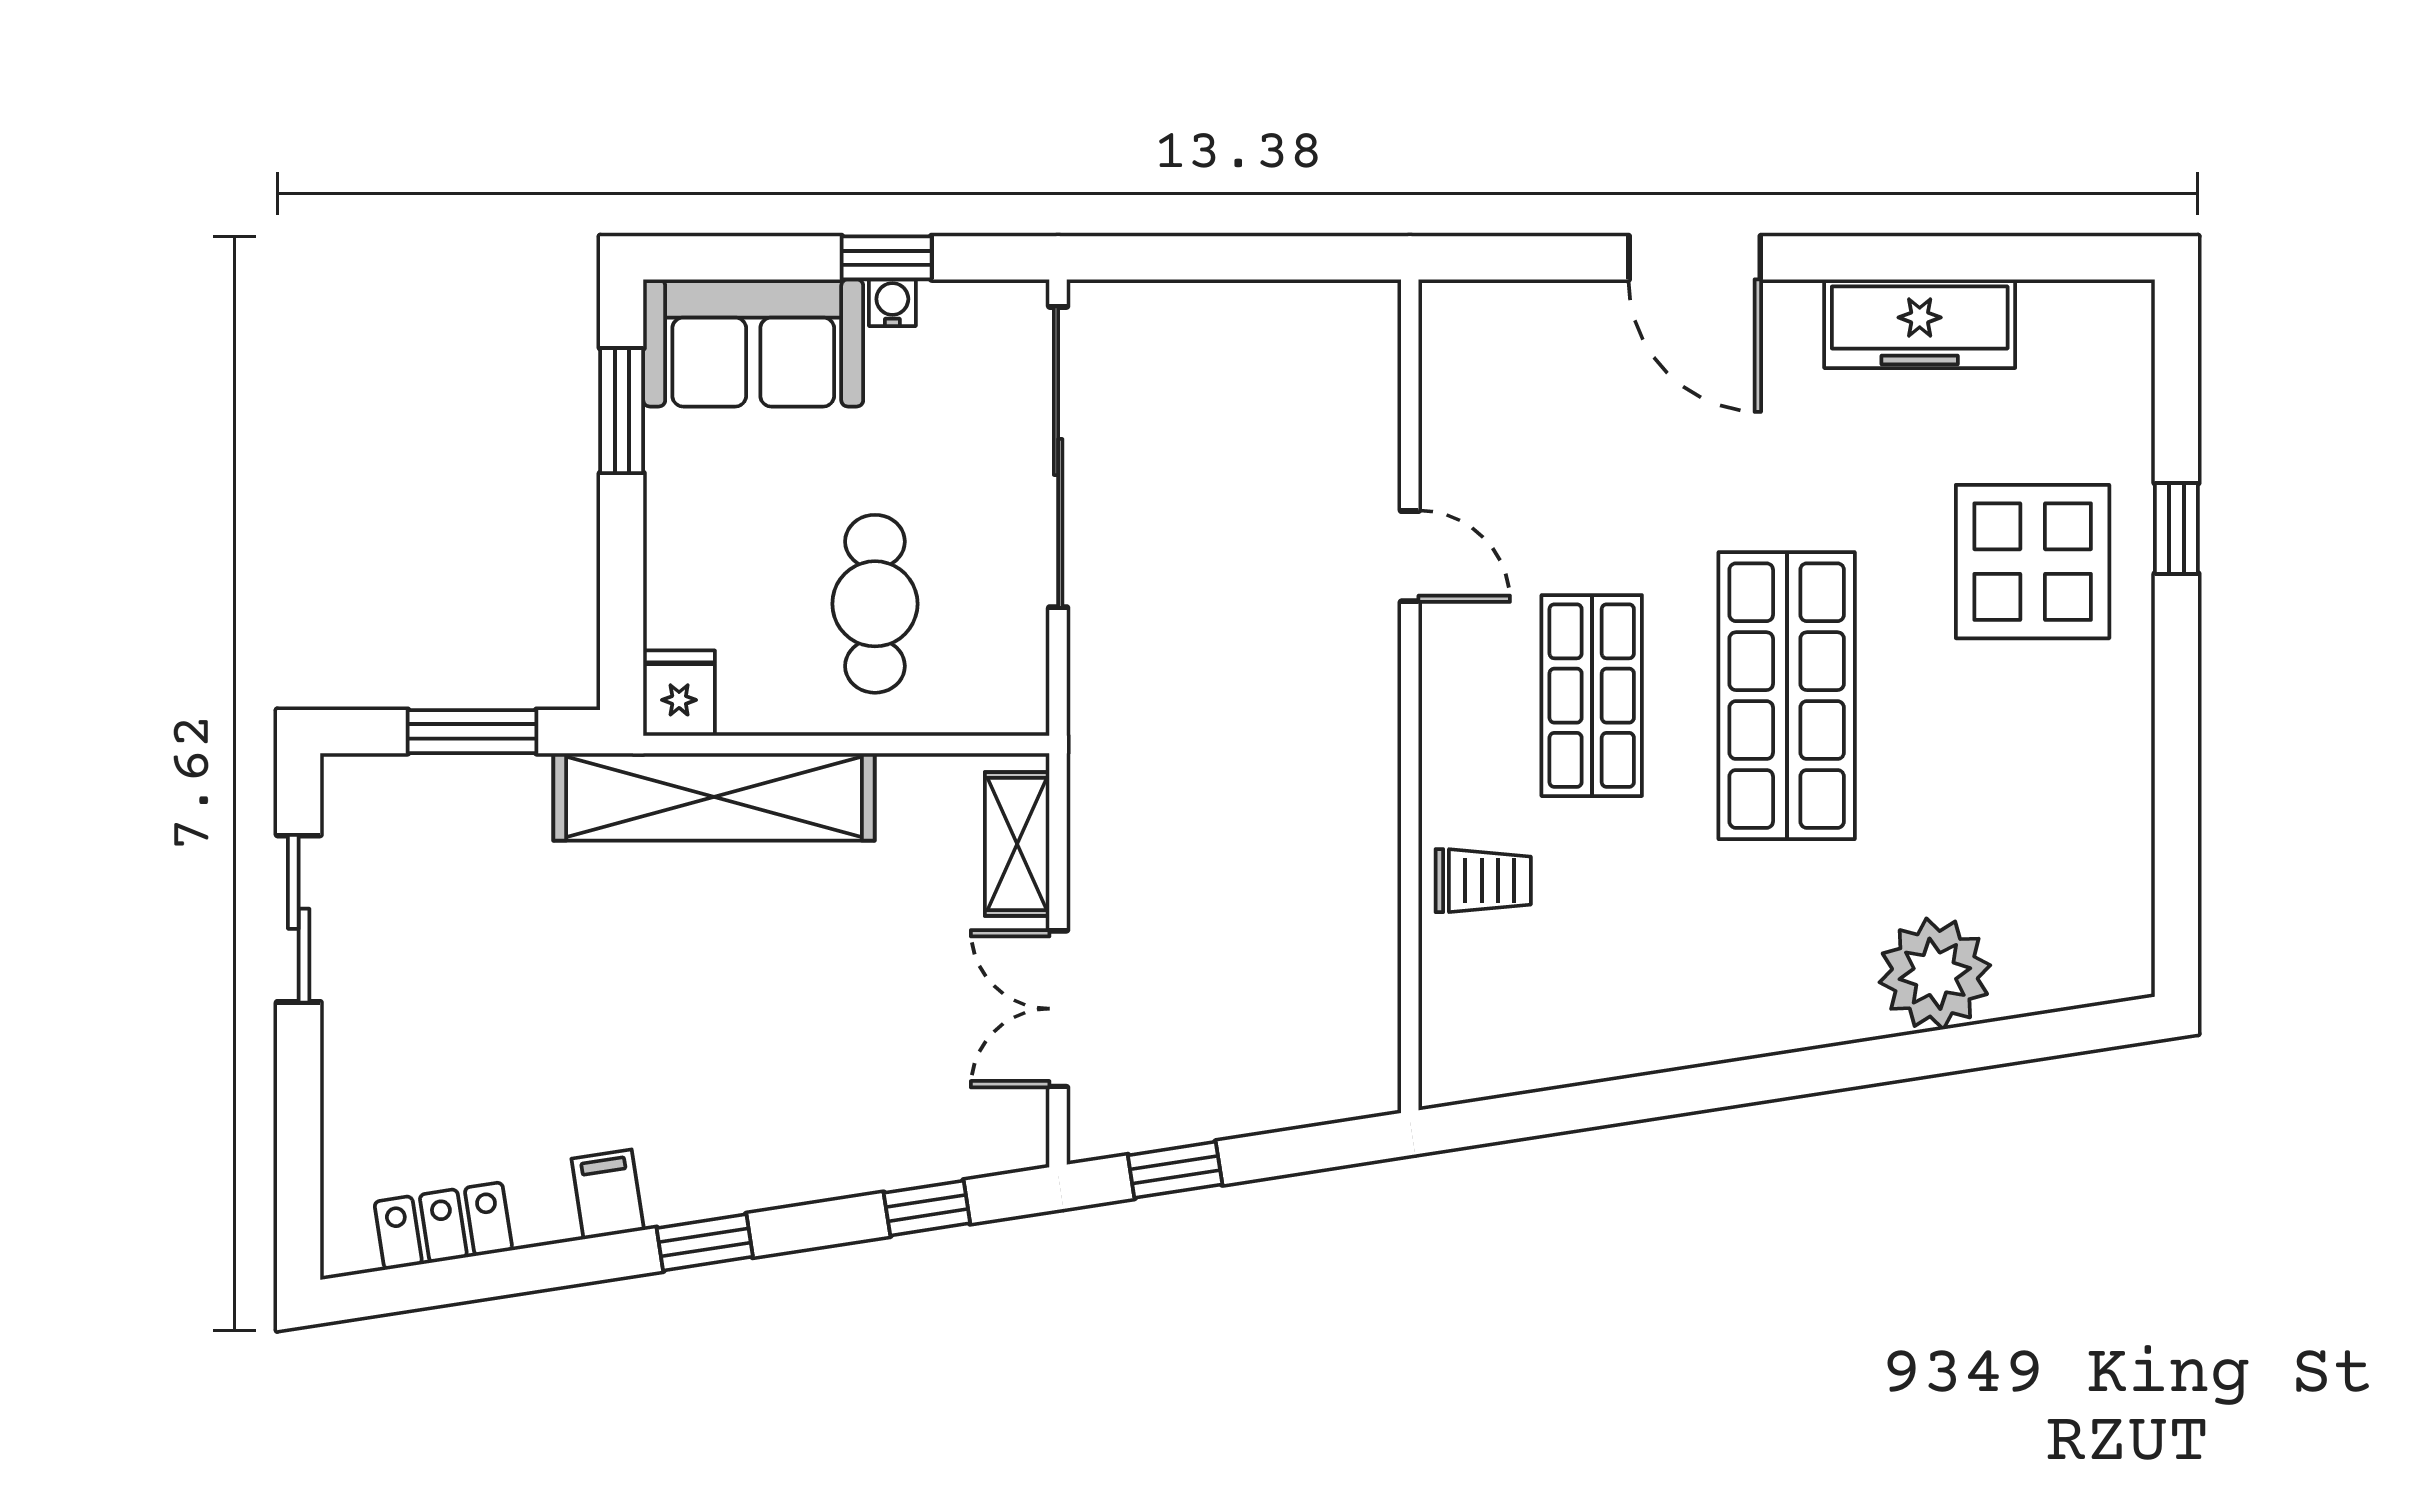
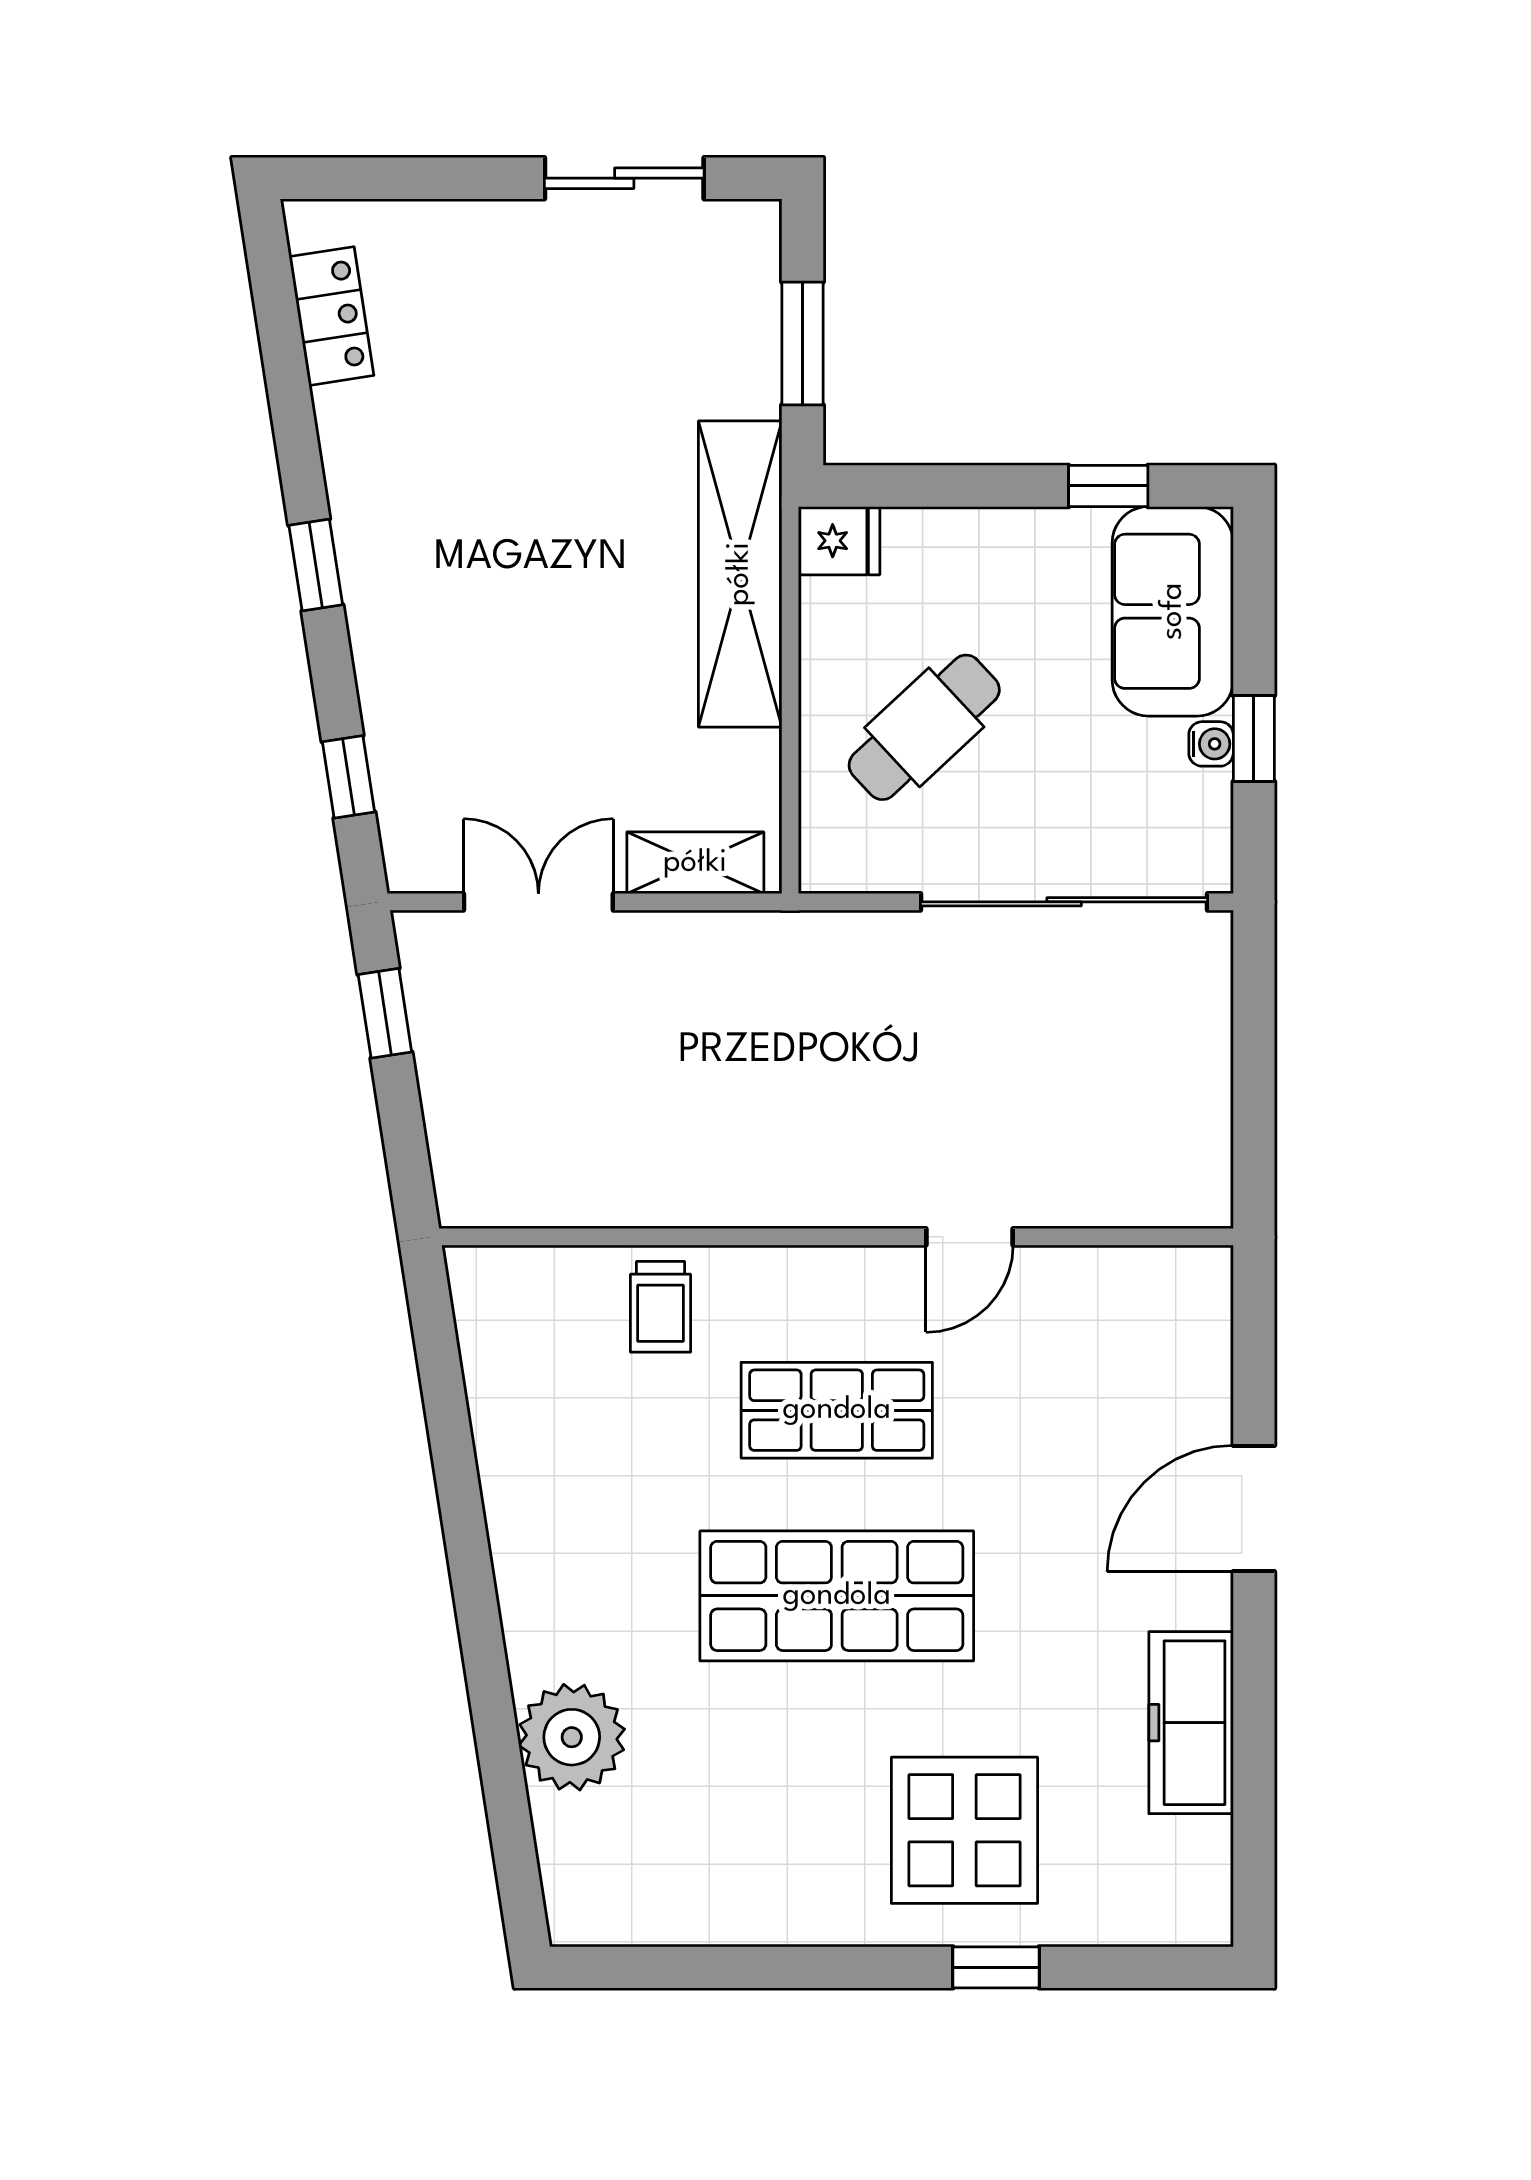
window: (622, 411) -> (1108, 486), width x0.67
cafe table: (875, 604) -> (924, 727), turned -43
filing cabinet: (608, 1194) -> (362, 473), removed

